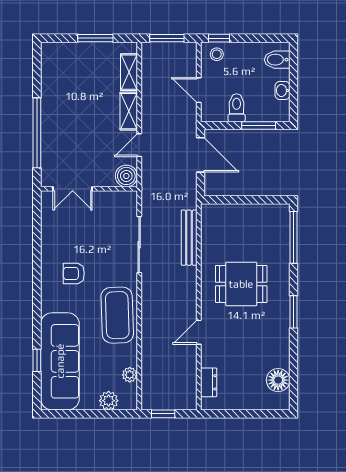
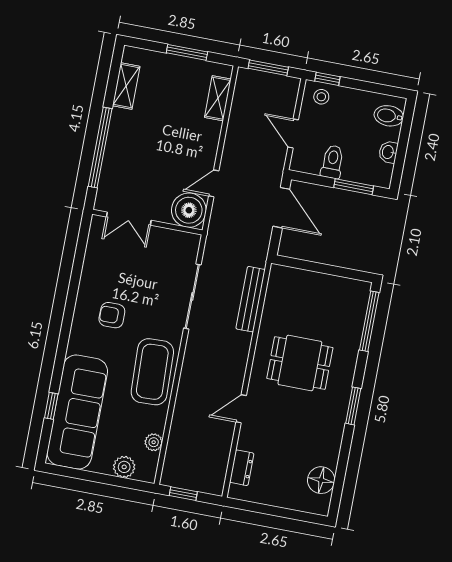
shelving: (129, 111) -> (126, 86), moved
boiler: (126, 176) -> (189, 210), width x1.37, depth x1.37

